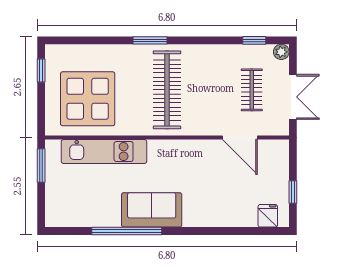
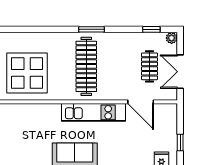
window: (150, 40) -> (92, 29), moved
double door: (293, 97) -> (180, 72), swing flipped
kitchen unit: (104, 151) -> (94, 112), moved

